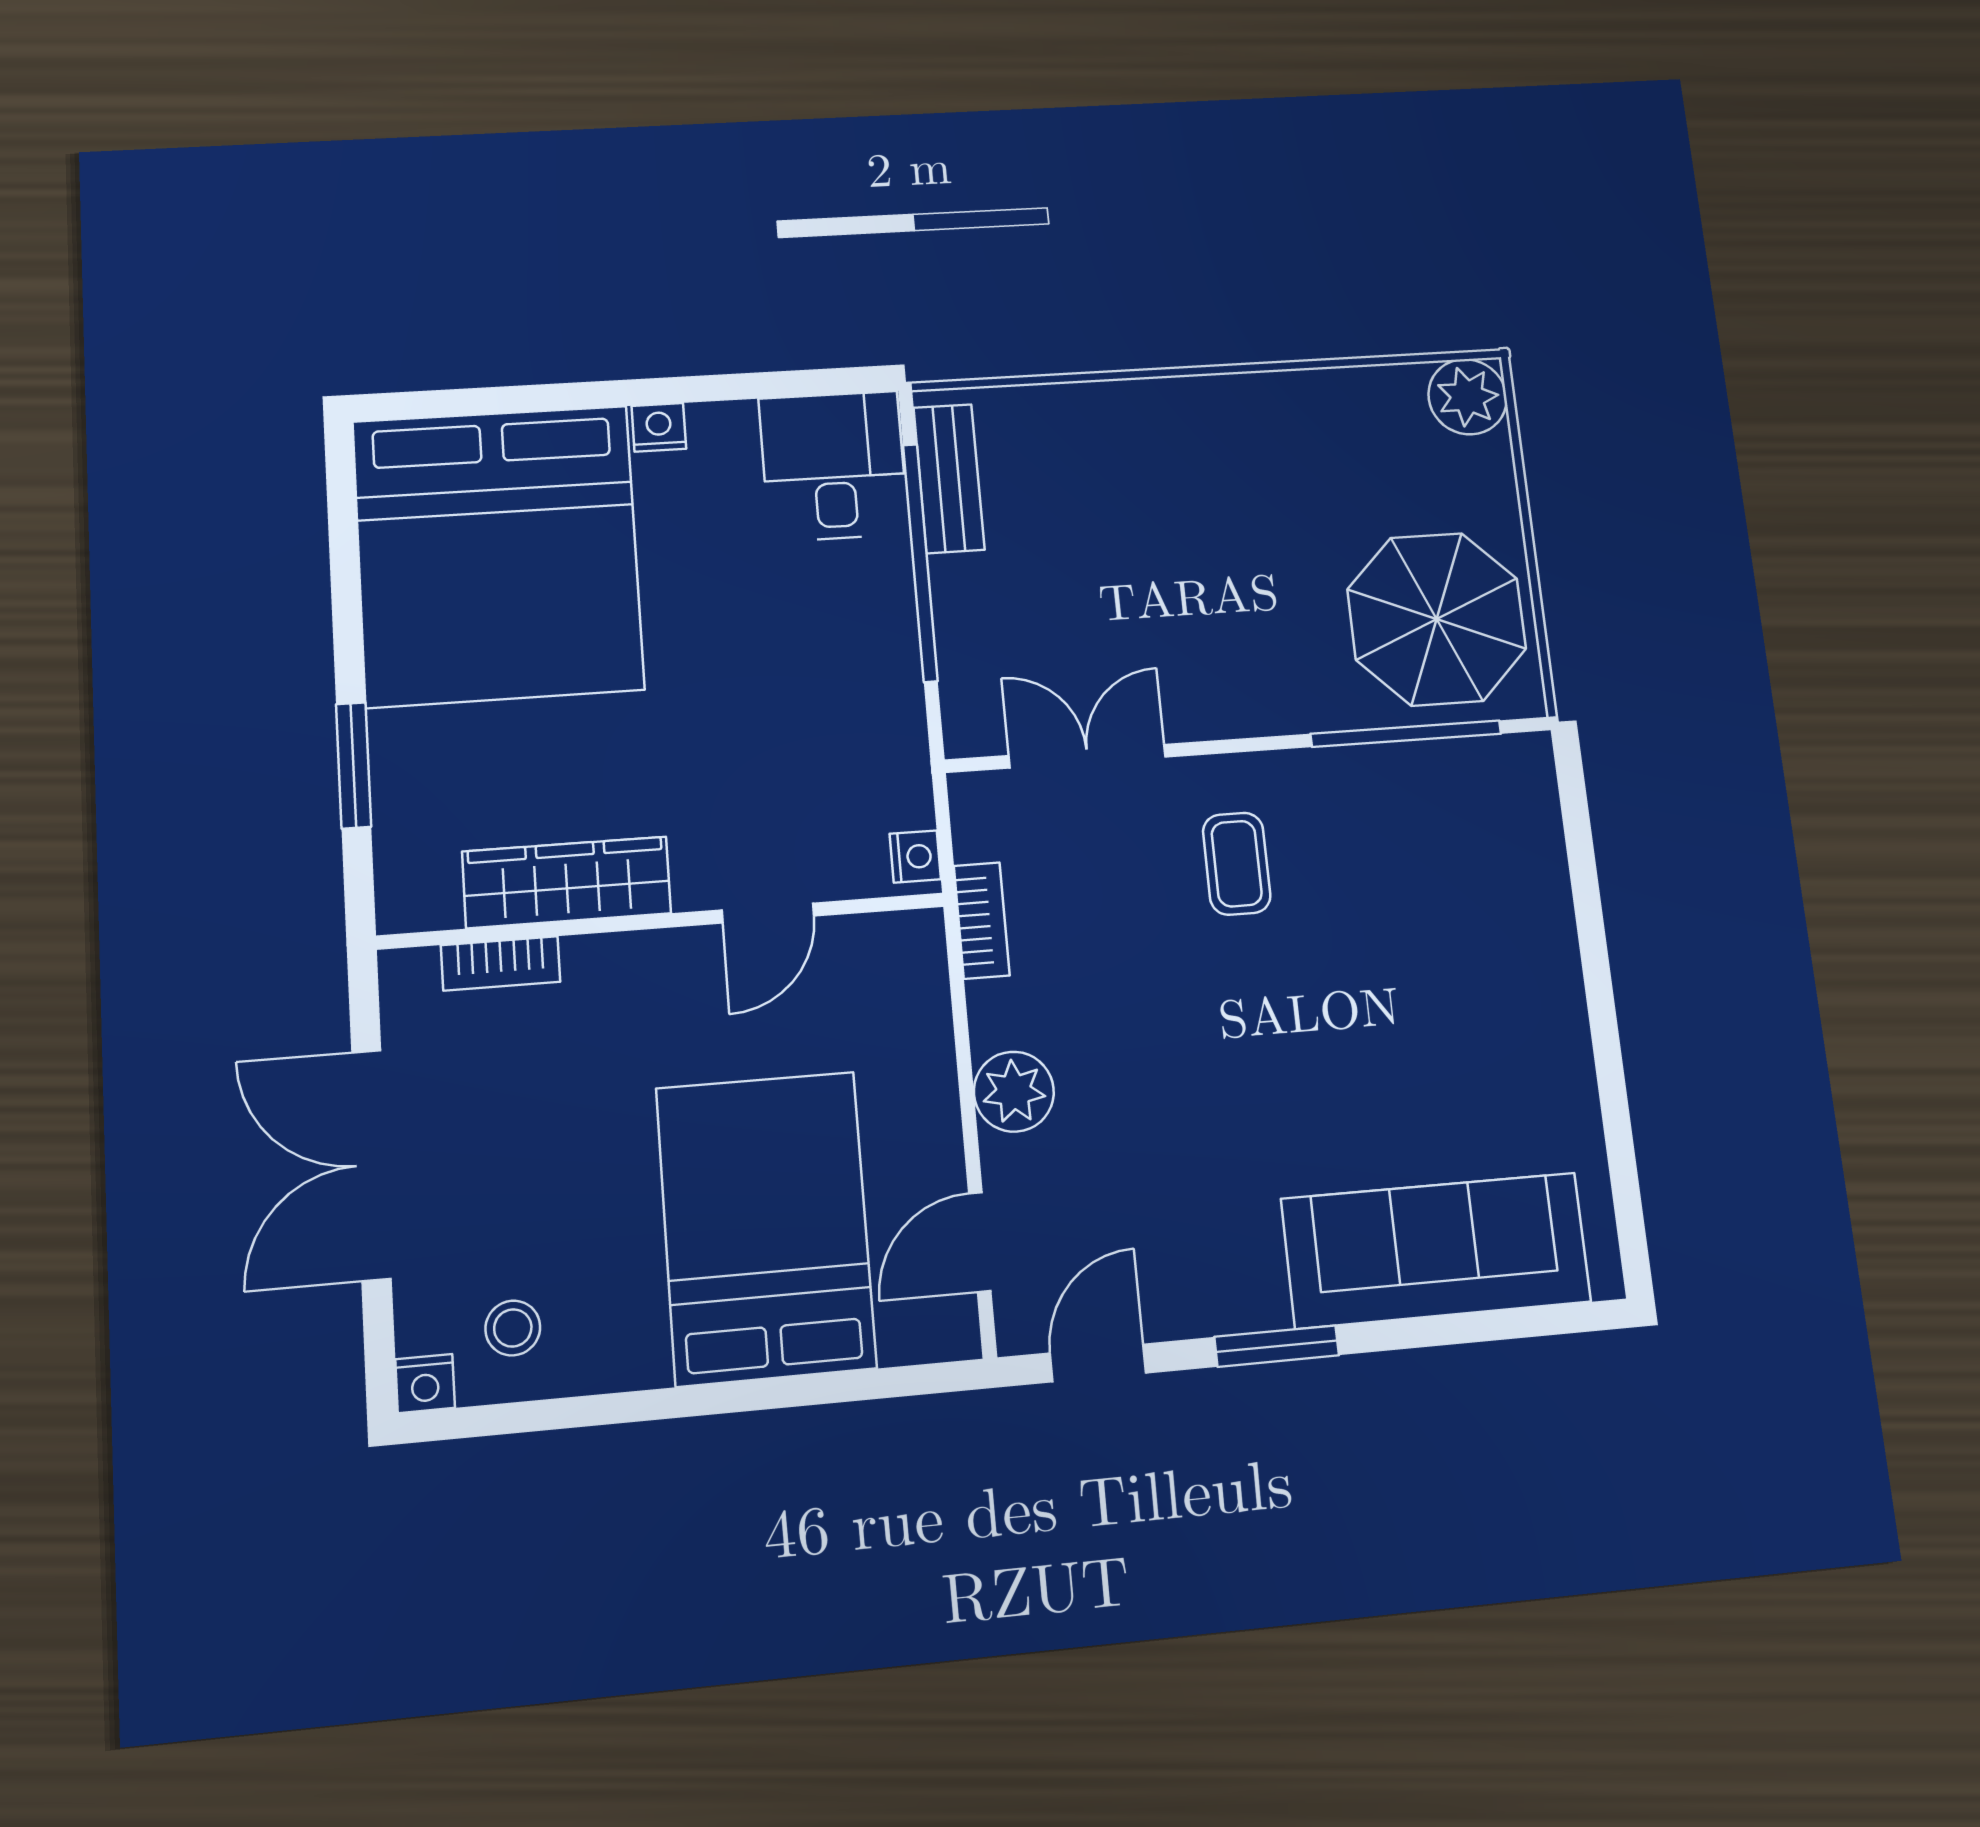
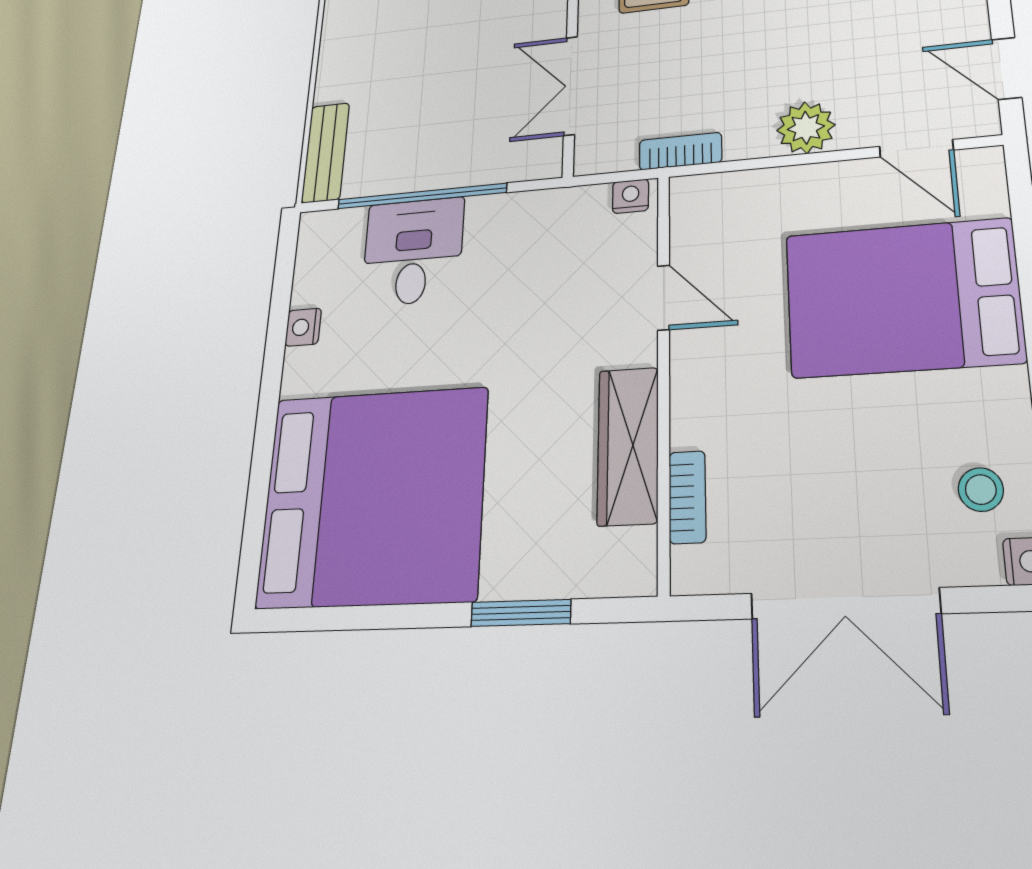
nightstand: (659, 427) -> (303, 327), moved
desk: (834, 466) -> (413, 251), moved, turned 90
bench: (949, 479) -> (326, 152), moved, turned 90

